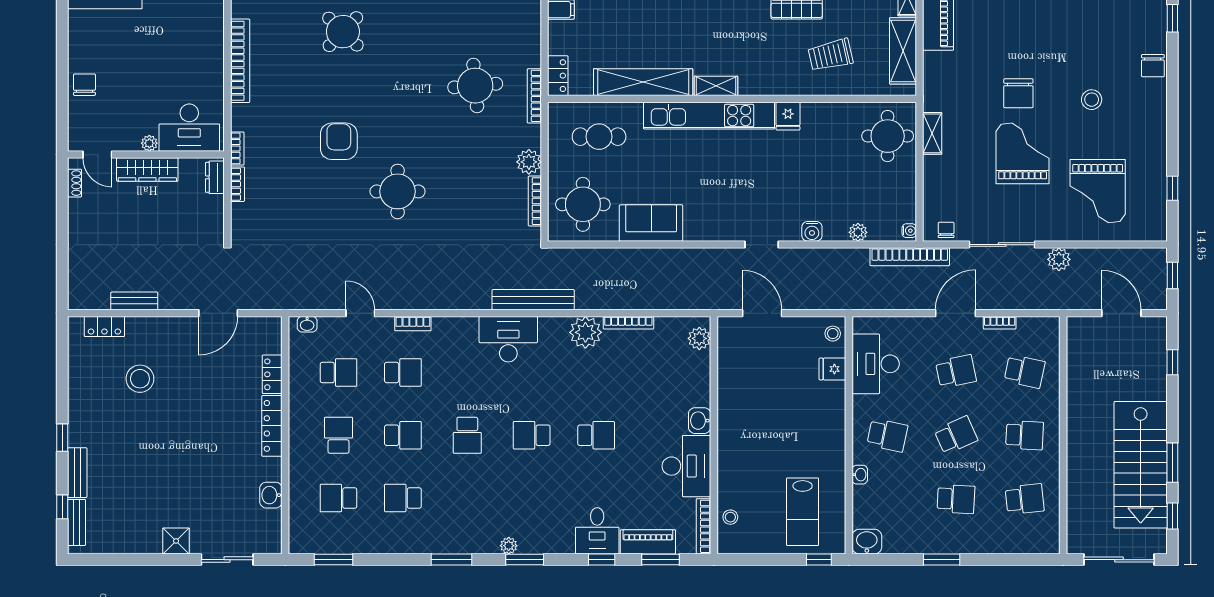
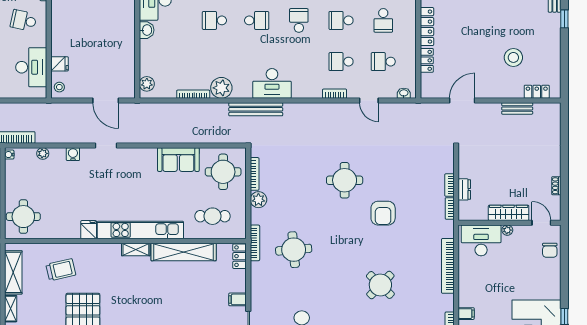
desk: (189, 128) -> (481, 240), moved
plant: (149, 143) -> (507, 230), moved
door: (97, 155) -> (541, 223), moved
wall: (146, 155) -> (510, 223), moved
wardrobe: (147, 170) -> (509, 213), moved

